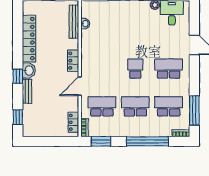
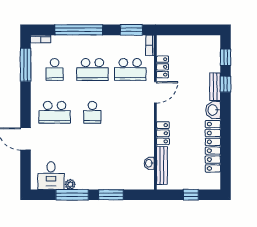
locker: (73, 61) -> (163, 133), moved
window: (18, 76) -> (226, 84), moved
school desk: (169, 106) -> (55, 69), width x0.54
locker: (73, 122) -> (163, 67), moved

